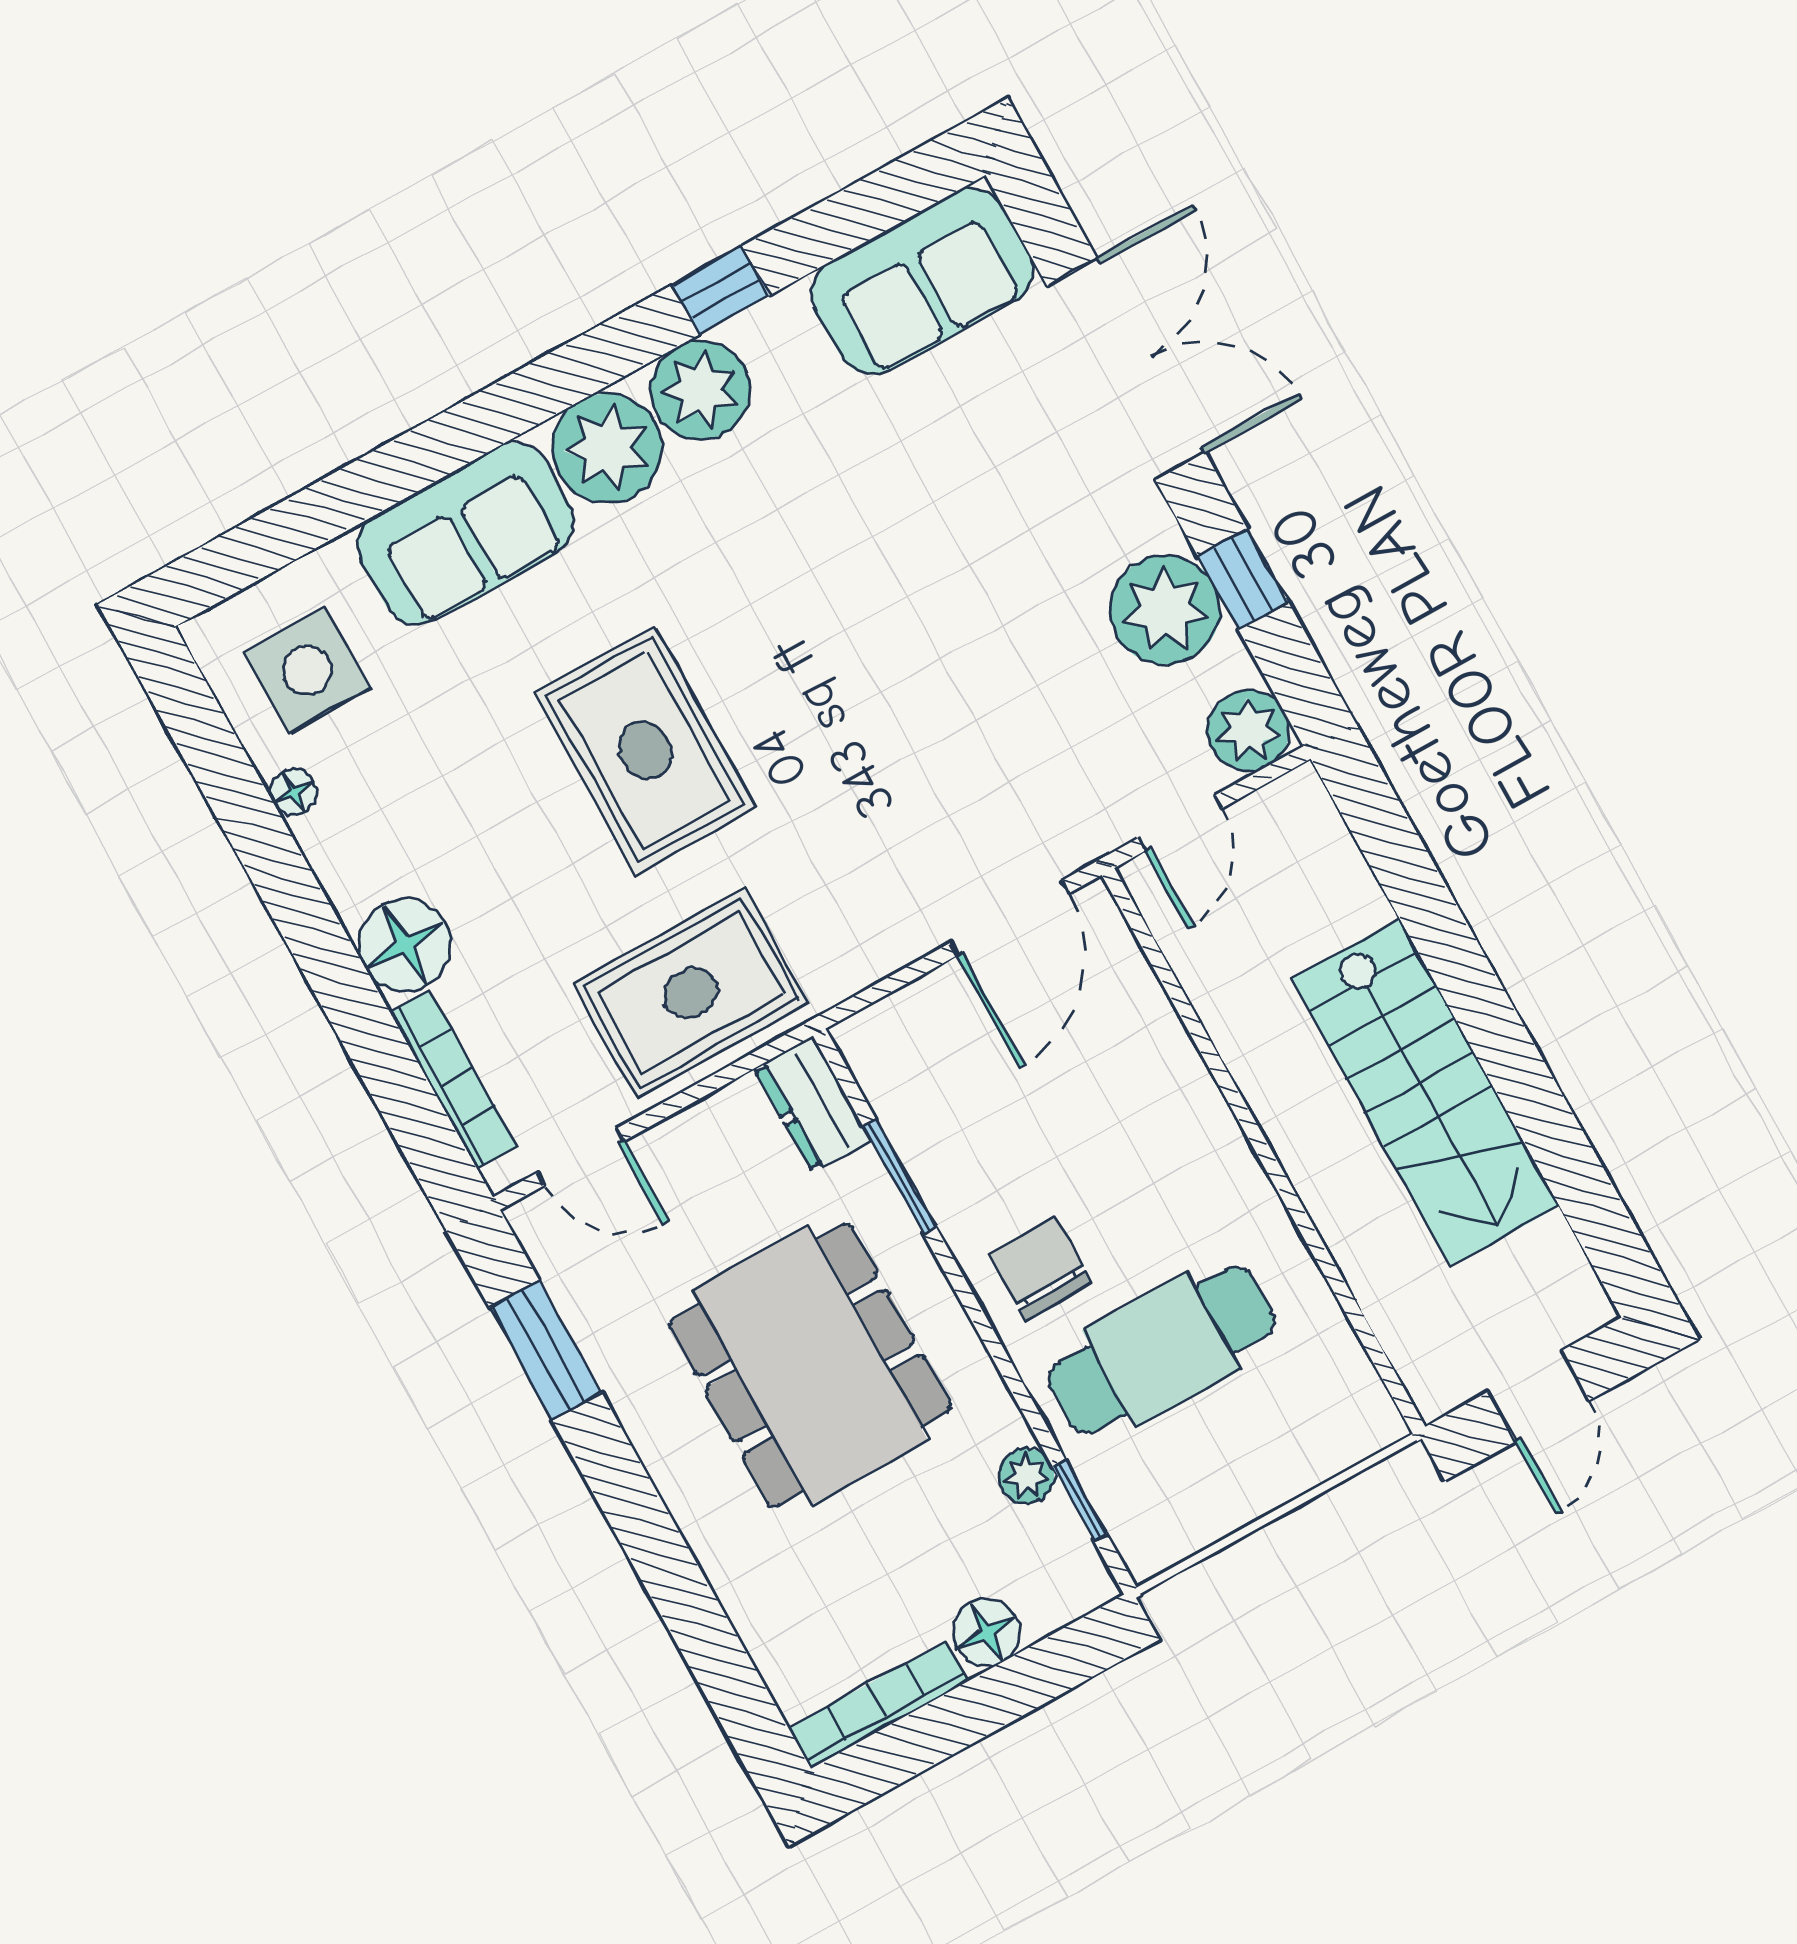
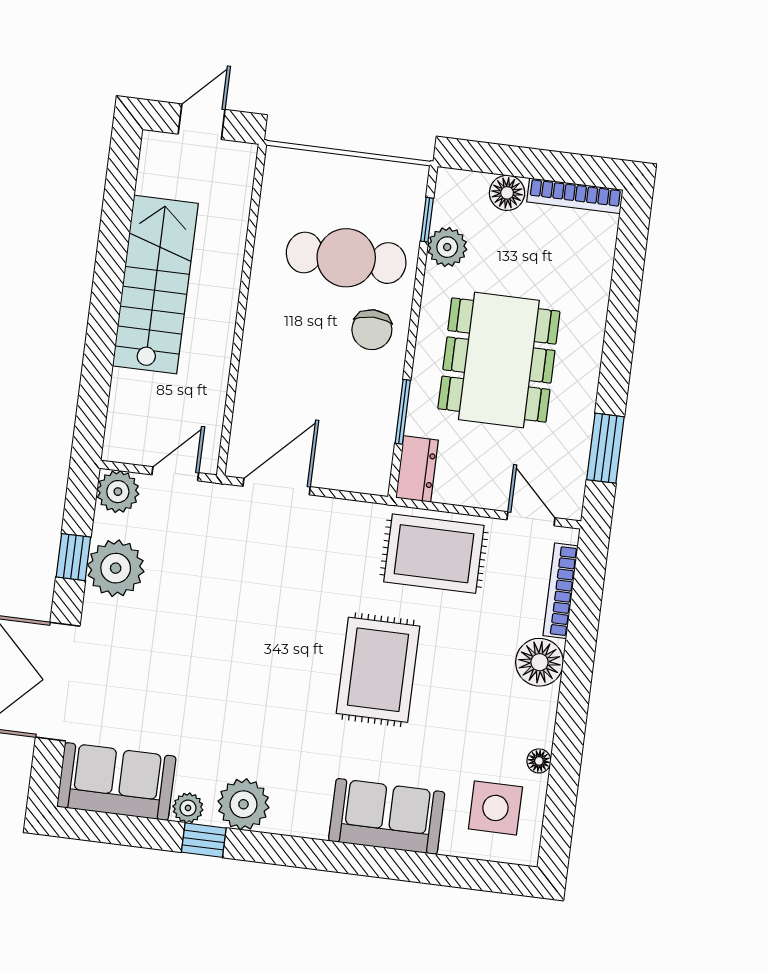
plant: (607, 448) -> (188, 808), moved, width x0.53, depth x0.53
plant: (1027, 1476) -> (447, 247), width x1.38, depth x1.38

